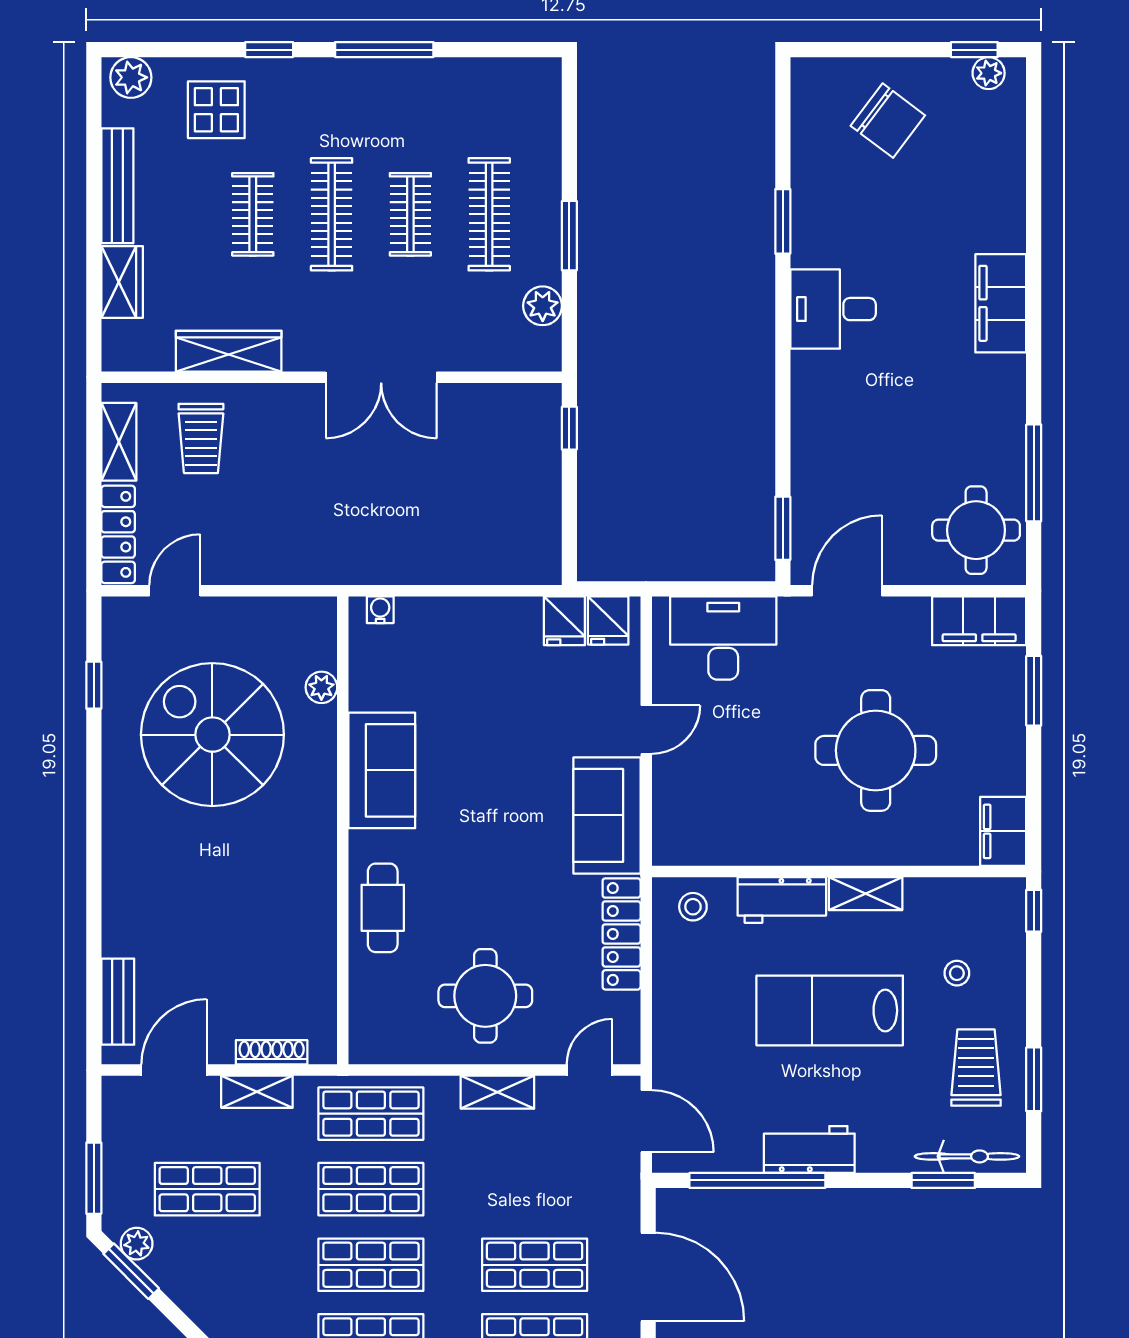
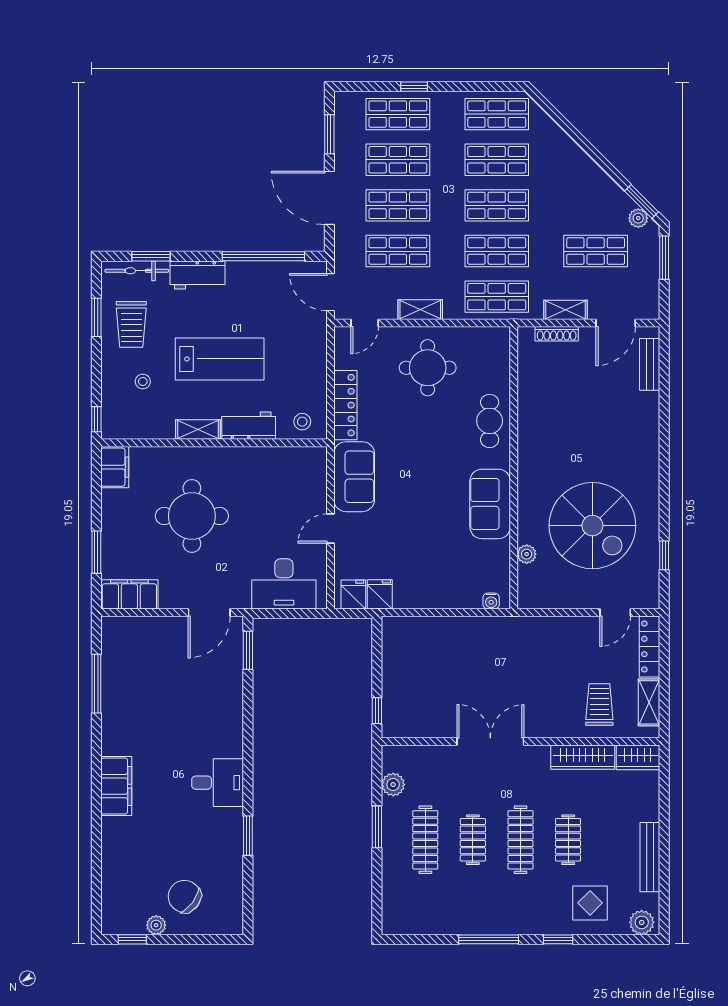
plant: (989, 73) -> (156, 925), moved
wardrobe: (122, 282) -> (638, 757), moved, turned -90
round table: (976, 530) -> (131, 649), removed
workbench: (809, 1150) -> (198, 275), moved
shop shelf: (535, 1189) -> (398, 251), added

